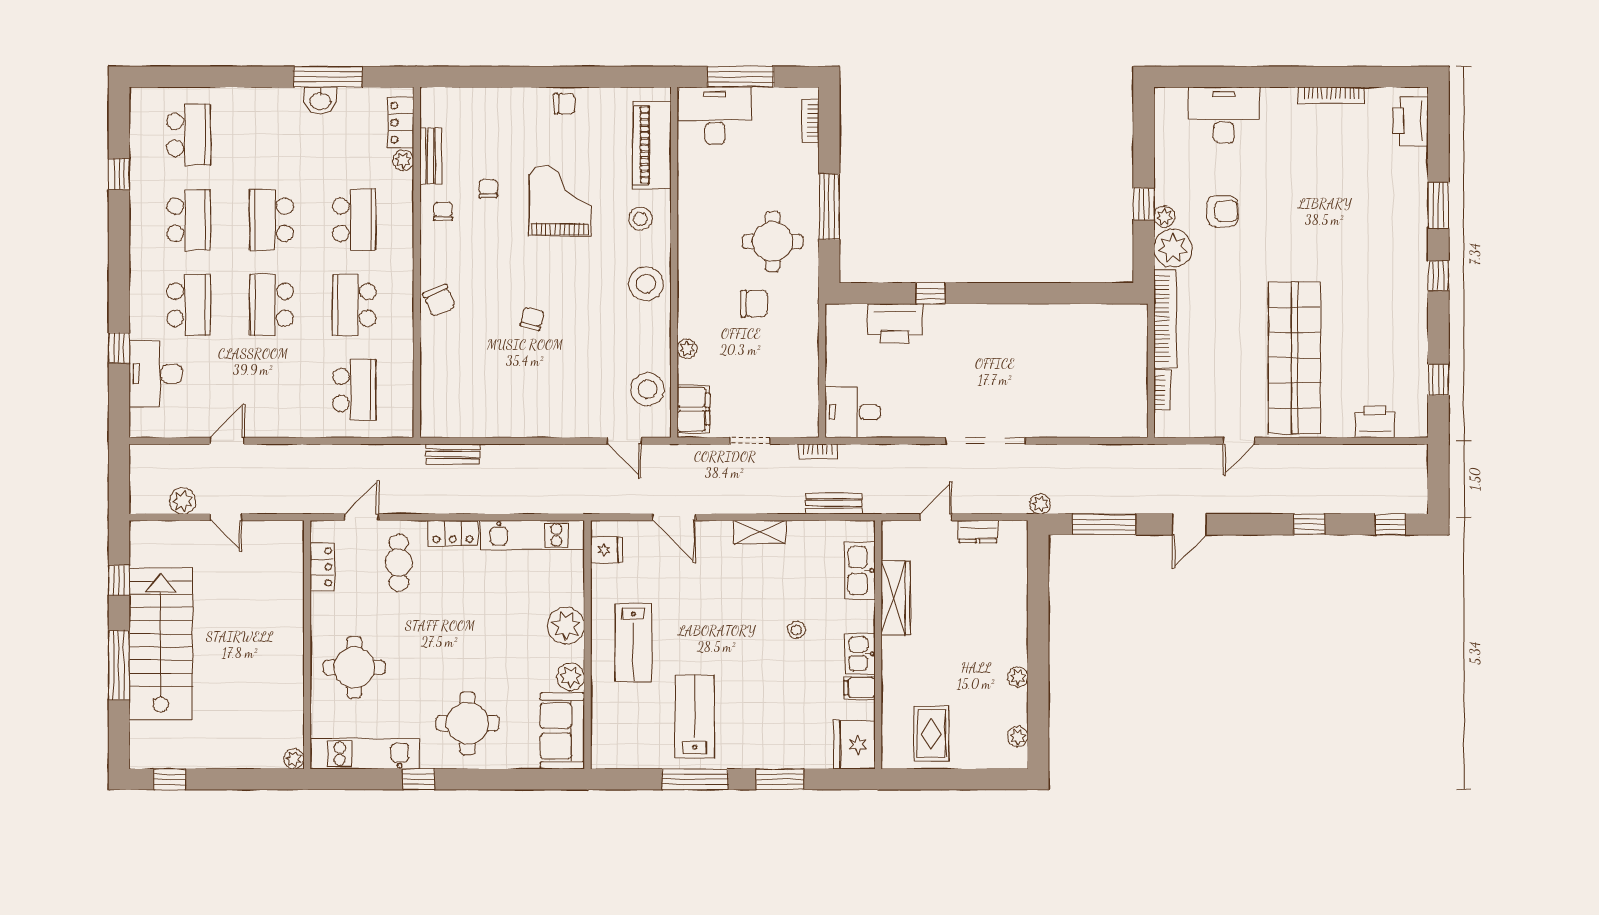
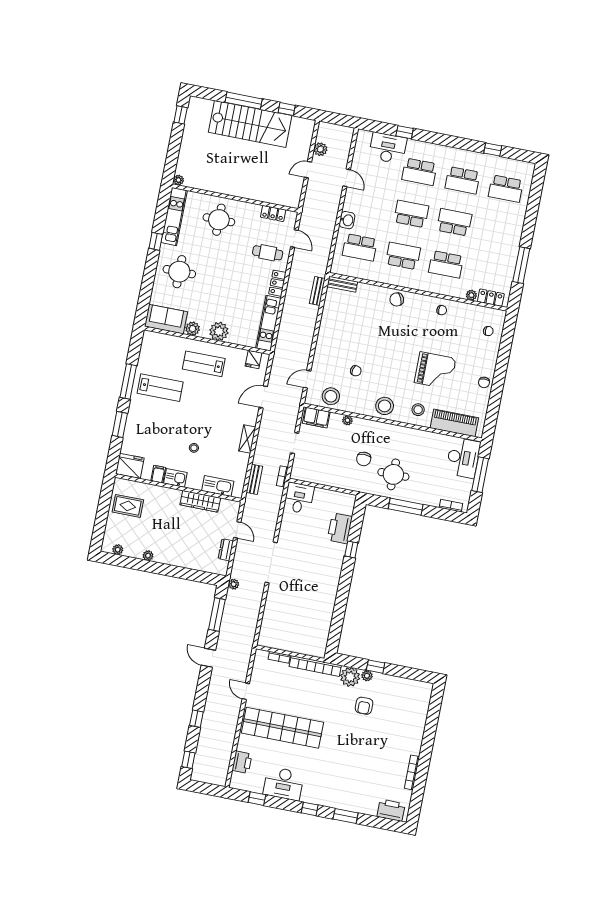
washbasin: (320, 100) -> (347, 220), moved, turned 180
desk: (1224, 115) -> (284, 784), moved, turned 90
bench: (431, 156) -> (342, 284), moved
chair: (488, 189) -> (488, 331), moved
chair: (532, 319) -> (356, 371), moved

